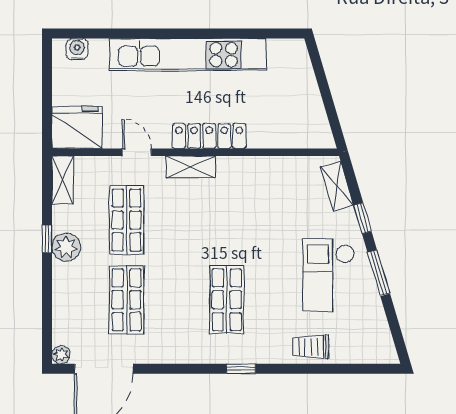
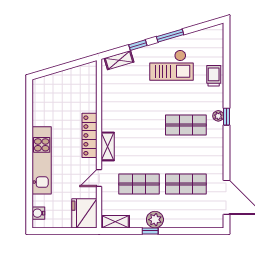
kitchen unit: (188, 55) -> (42, 160), width x0.73
trolley: (311, 347) -> (214, 76), turned 180
plant: (61, 355) -> (218, 116), moved

